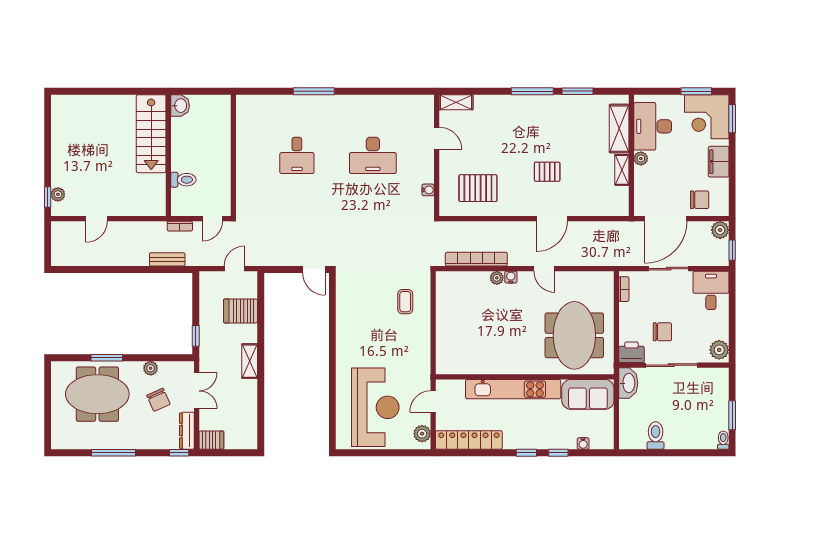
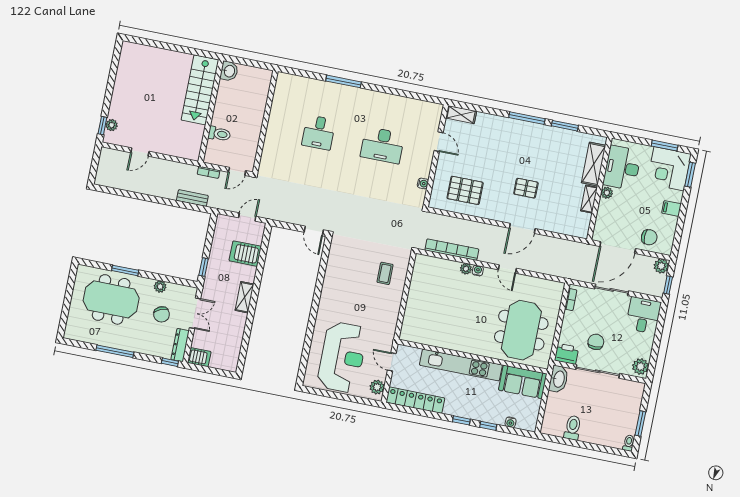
filing cabinet: (719, 162) -> (671, 208), width x0.50
chair: (662, 332) -> (596, 342), turned -90
door: (433, 401) -> (392, 362), hinge flipped

